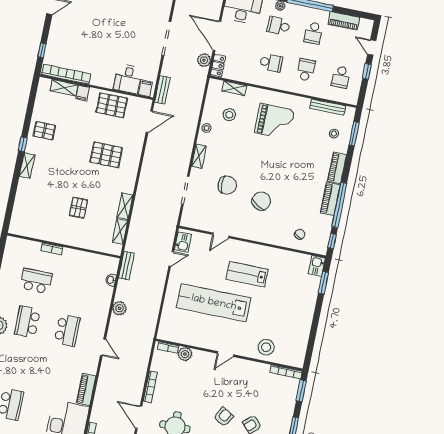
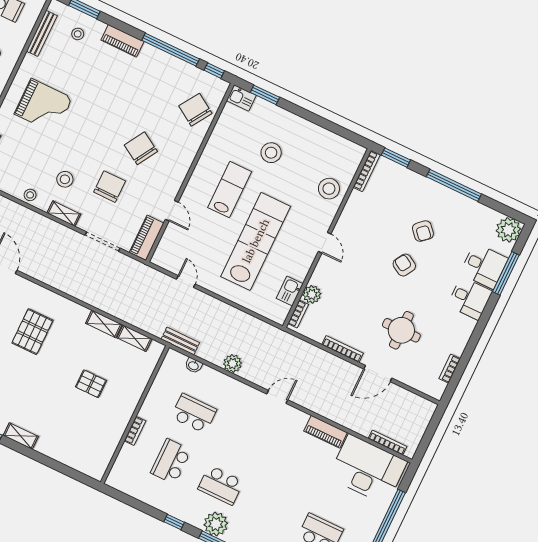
stool: (229, 115) -> (65, 179), moved
grand piano: (274, 121) -> (43, 106), turned 90
piano: (330, 199) -> (147, 238), moved, turned 90
chair: (300, 234) -> (195, 110), width x1.87, depth x1.87
kitchen sink: (183, 242) -> (290, 291), moved, turned -90
lab bench: (247, 274) -> (230, 190), turned 180
stool: (282, 298) -> (271, 153), added
lab bench: (214, 303) -> (256, 241), turned 180
school desk: (67, 330) -> (194, 413), moved

